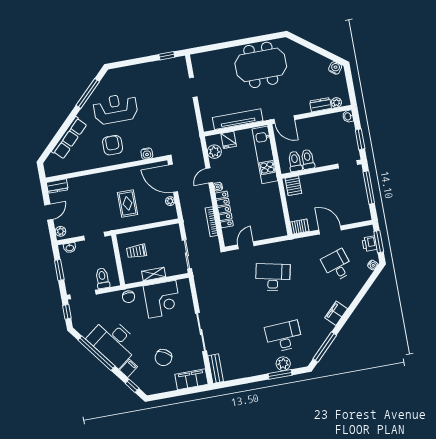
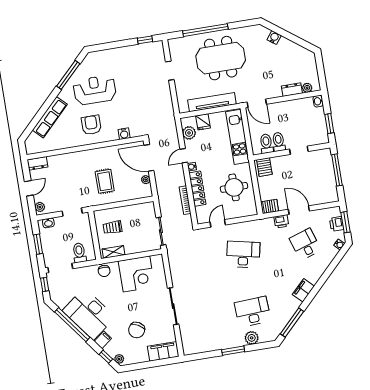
window: (230, 44) -> (205, 30), added
meeting table: (261, 65) -> (221, 58), moved
water cooler: (335, 68) -> (274, 38), moved
doorway: (348, 164) -> (299, 150), moved
round table: (262, 208) -> (234, 187), added
printer: (312, 242) -> (281, 221), added
shelving: (154, 274) -> (114, 252), moved
bench: (216, 369) -> (187, 342), removed
window: (280, 374) -> (233, 351), moved
plant: (146, 388) -> (119, 359), added

